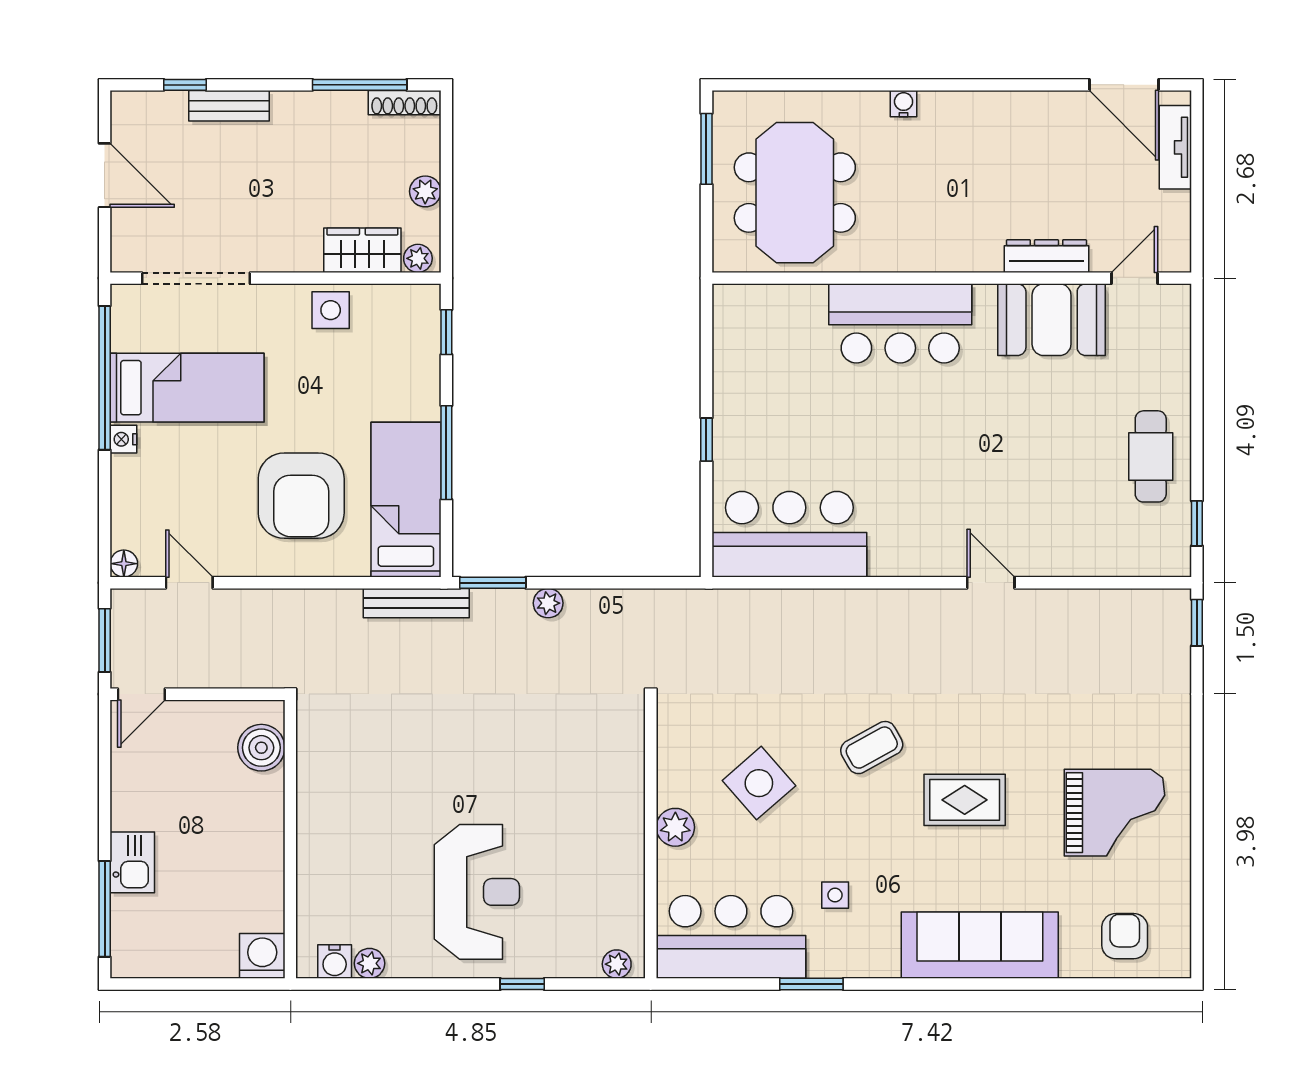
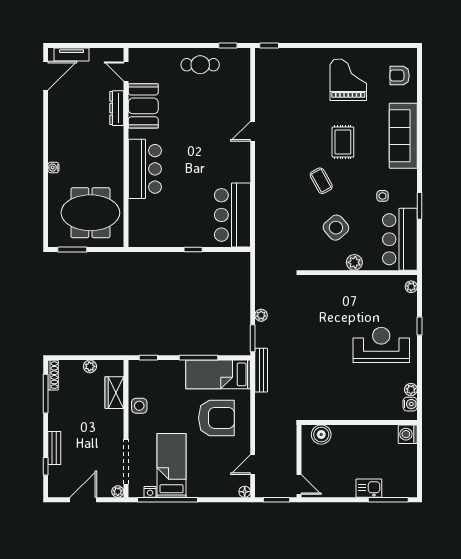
plant: (418, 258) -> (118, 492), moved
nightstand: (123, 439) -> (150, 492), moved

